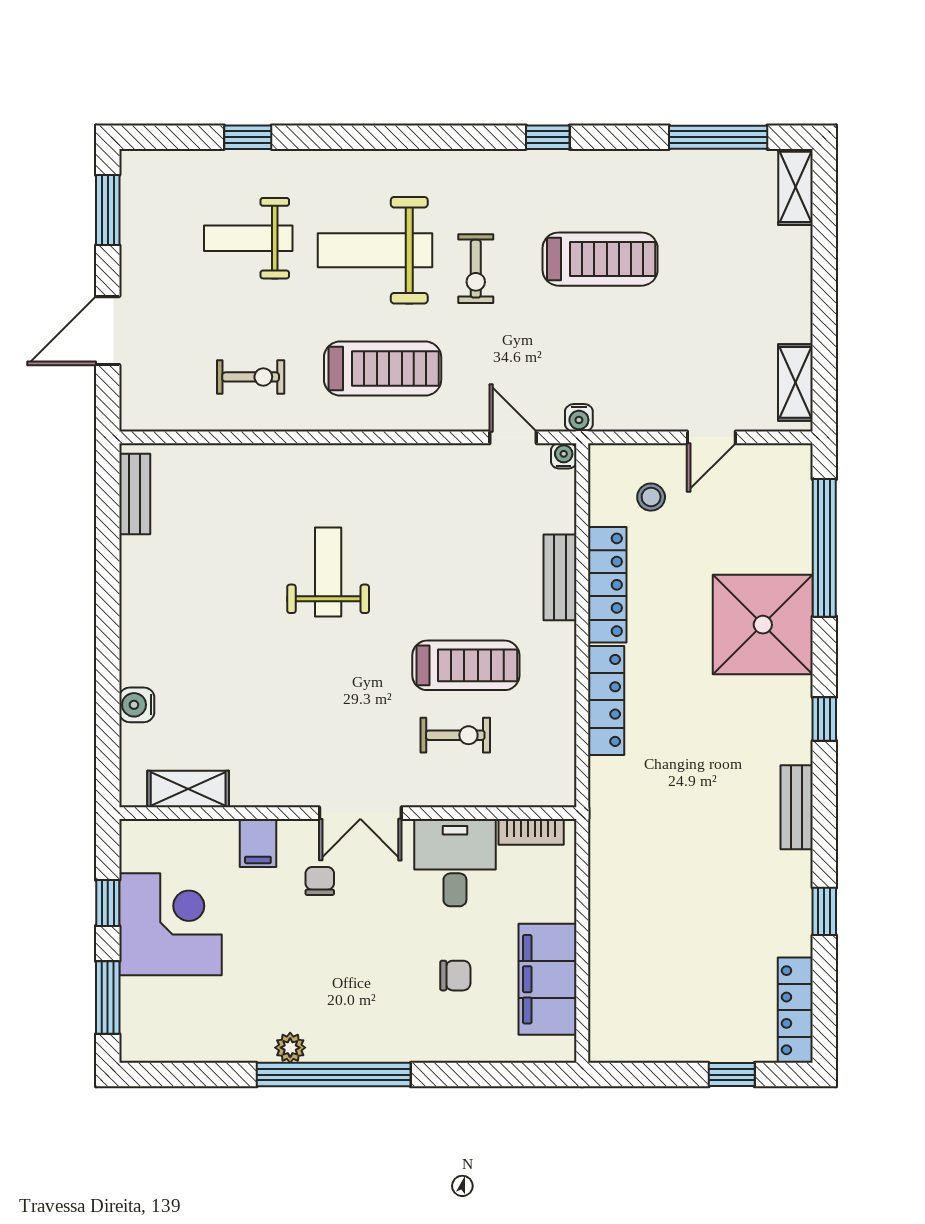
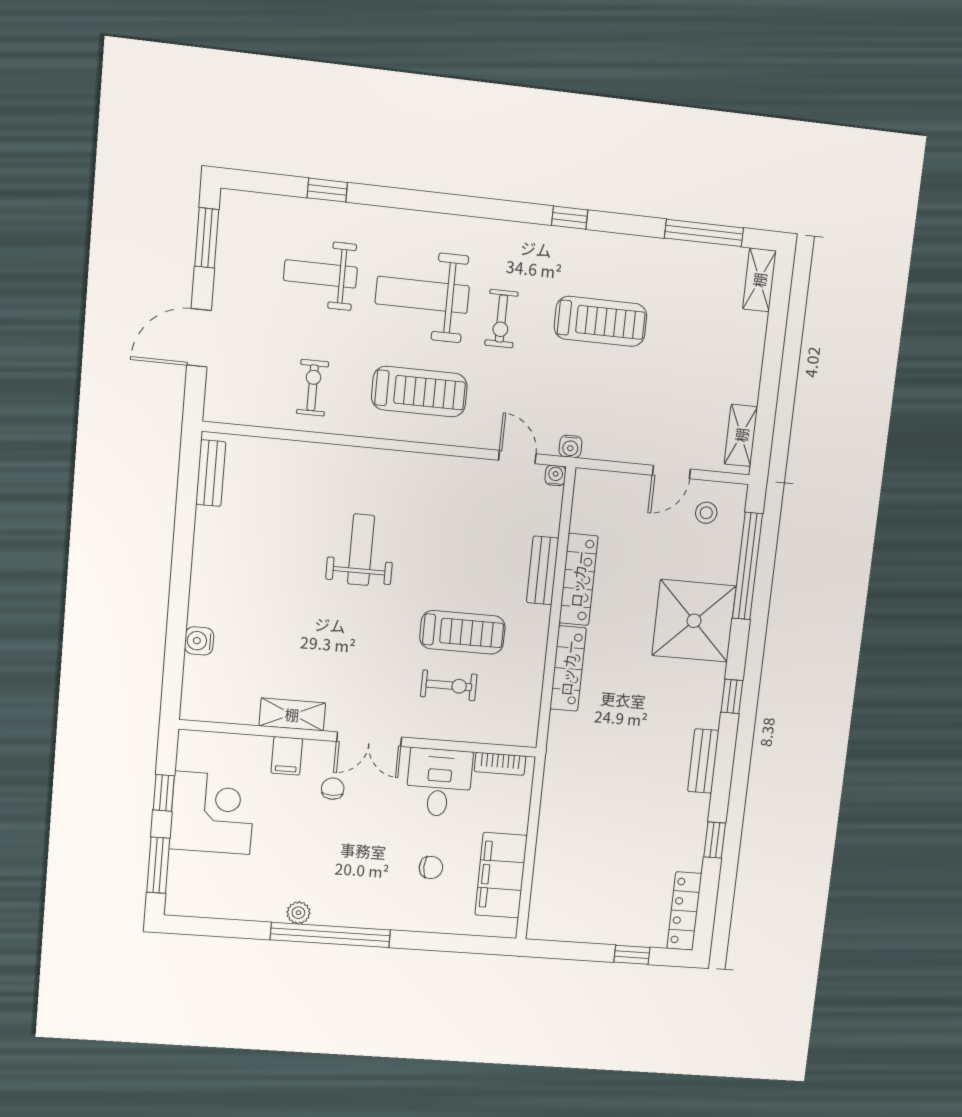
exercise bike: (251, 377) -> (313, 388), turned -90
stool: (651, 497) -> (706, 513), moved
shelving: (188, 789) -> (292, 714), moved

